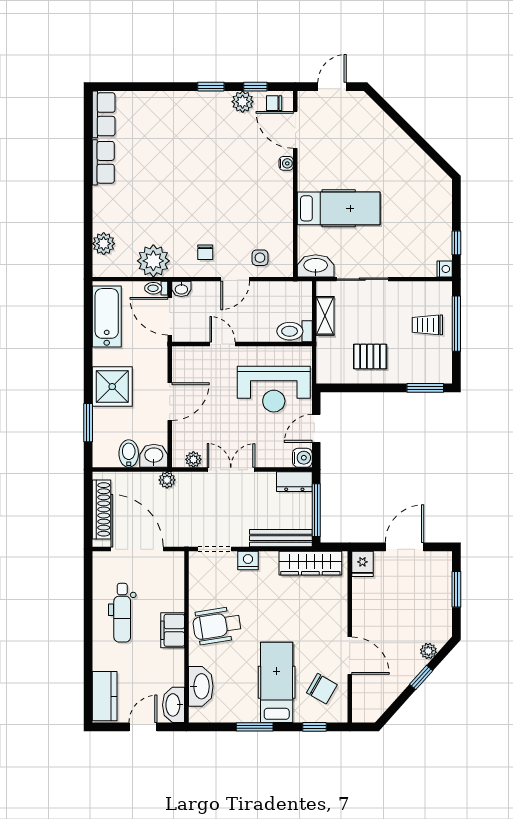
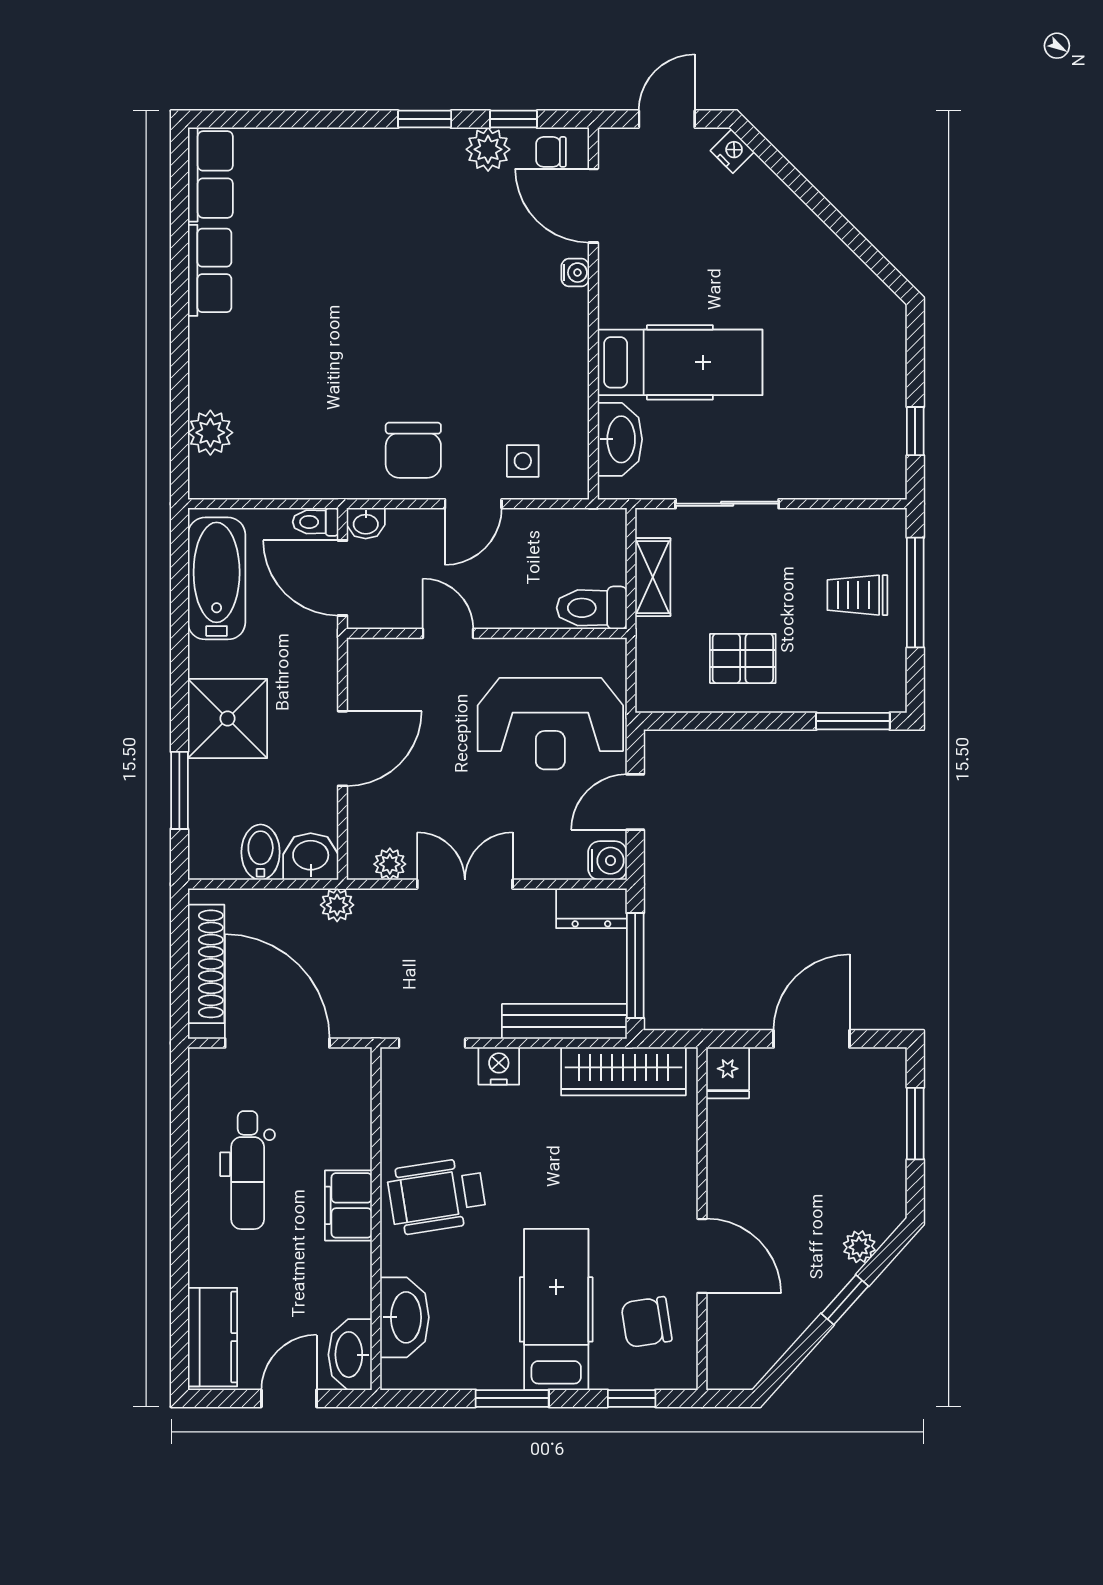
chair: (205, 252) -> (413, 450), width x1.87, depth x1.87
plant: (153, 261) -> (310, 467), removed
washbasin: (316, 266) -> (620, 439), moved, turned 90
nightstand: (445, 269) -> (732, 151), moved, turned -45
chair: (322, 689) -> (647, 1322), turned 141

